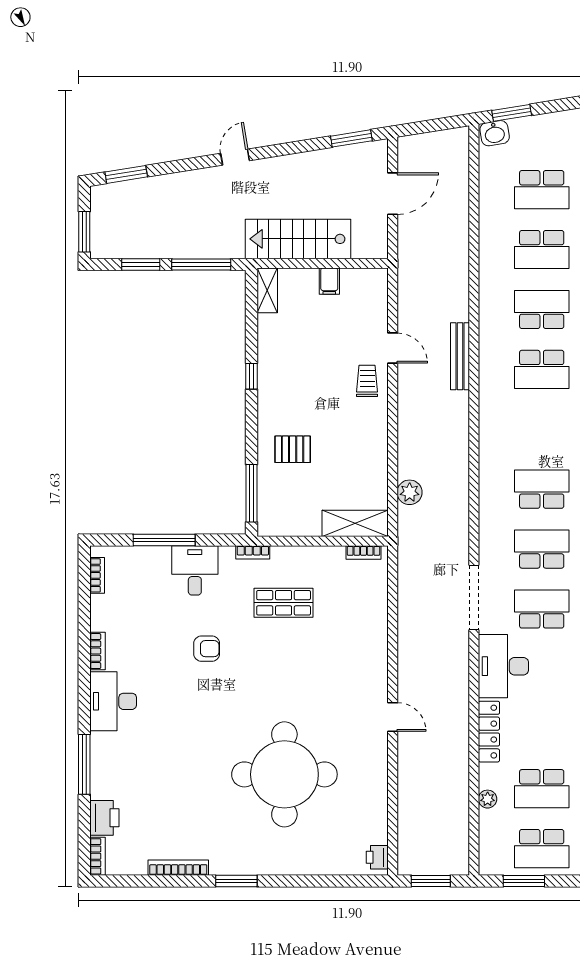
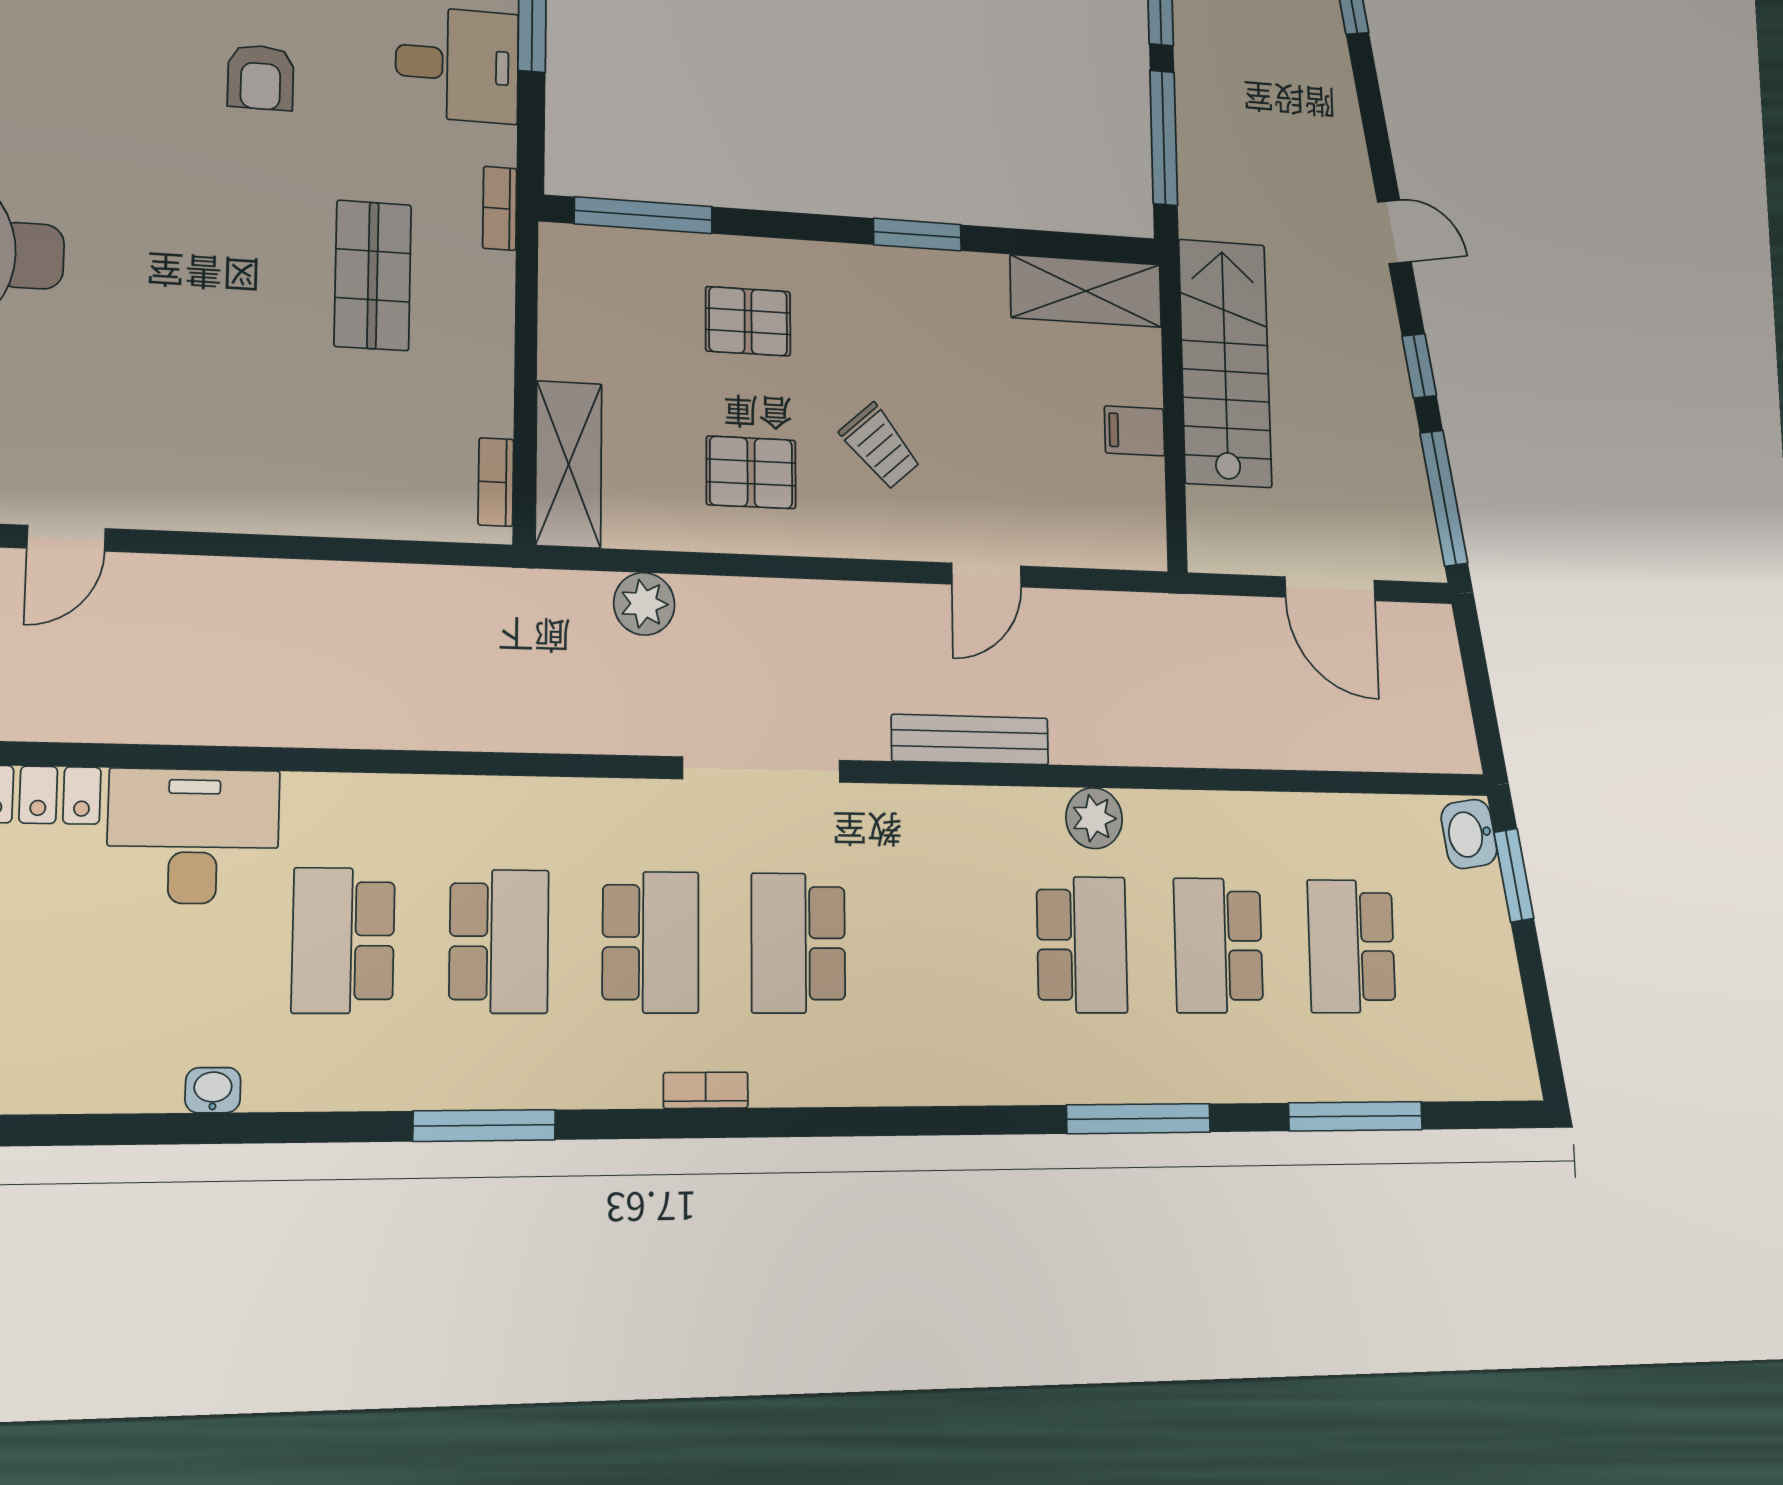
window: (351, 138) -> (1444, 498), width x1.44
window: (294, 148) -> (1419, 366), added
shelving: (267, 290) -> (1086, 291), width x1.50, depth x1.33
plant: (491, 303) -> (1094, 818), added
school desk: (542, 369) -> (798, 943), moved
window: (251, 376) -> (917, 235), width x1.50
trolley: (367, 381) -> (880, 446), moved, turned 49
pallet: (355, 448) -> (751, 472), added
pallet: (293, 449) -> (748, 321), turned 90
doorway: (474, 598) -> (762, 770), moved
school desk: (542, 609) -> (343, 940), turned 180

